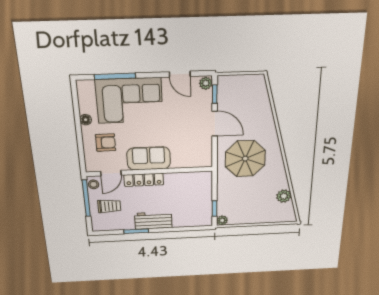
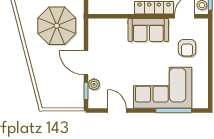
plant: (206, 83) -> (94, 84), moved
floor lamp: (86, 120) -> (203, 71), removed
armchair: (106, 143) -> (187, 48), turned -90

